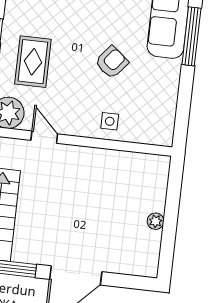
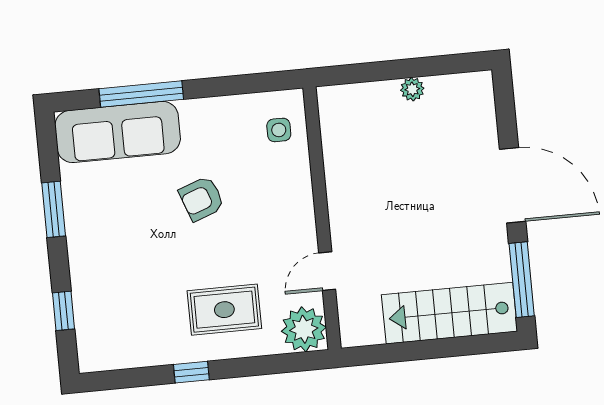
armchair: (112, 62) -> (202, 199), turned -59
side table: (110, 121) -> (279, 130), moved

